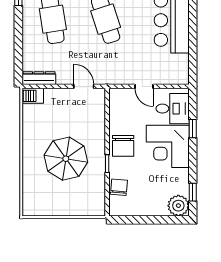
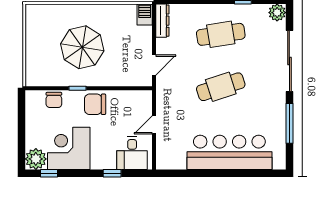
corner desk: (168, 146) -> (69, 148), moved
chair: (119, 187) -> (54, 100), turned 85

